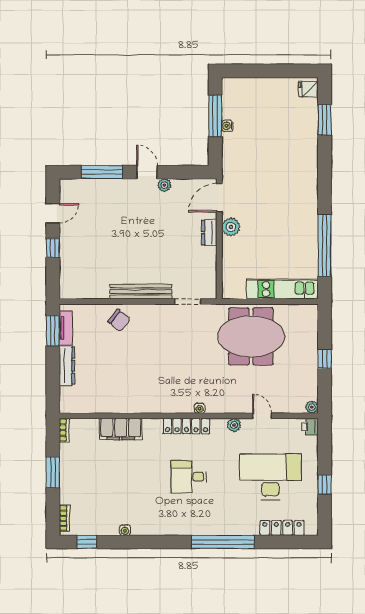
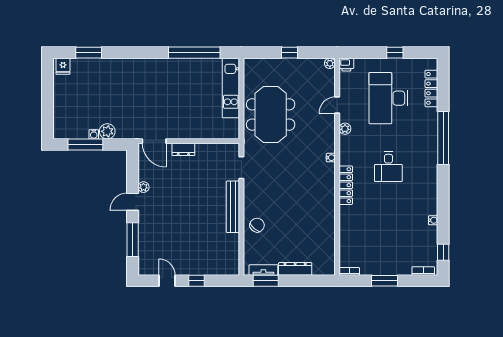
plant: (231, 227) -> (107, 131), moved
locker: (186, 426) -> (346, 185), moved
filing cabinet: (121, 429) -> (348, 224), removed

